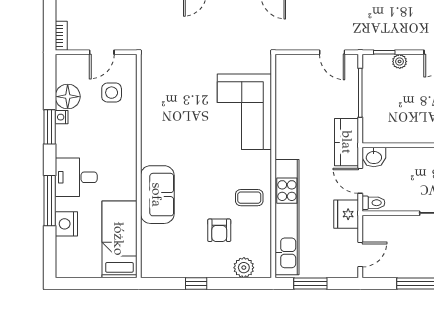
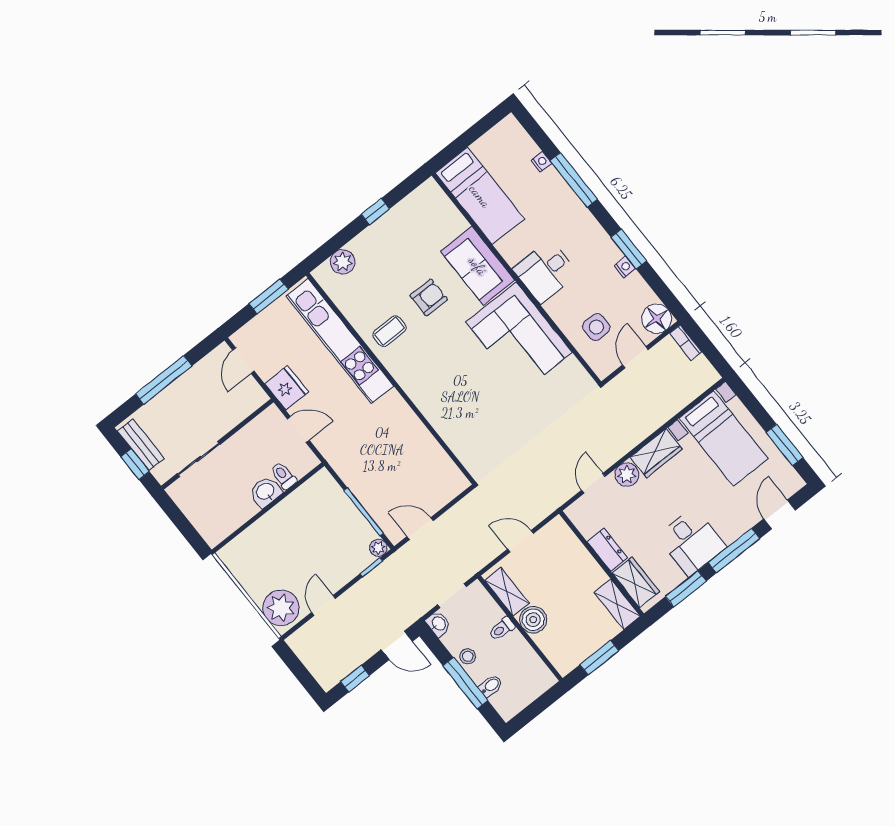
plant: (400, 61) -> (378, 548), moved
floor lamp: (68, 97) -> (657, 319), moved
corner sofa: (244, 112) -> (519, 337), moved, turned 180
kitchen counter: (347, 142) -> (340, 455), removed
washbasin: (374, 157) -> (266, 492), moved
desk: (76, 177) -> (545, 271), moved, turned 180
toilet: (373, 203) -> (283, 476), moved, turned 90
nightstand: (66, 224) -> (541, 162), width x0.53, depth x0.56
armchair: (219, 230) -> (429, 297), moved, turned 90

